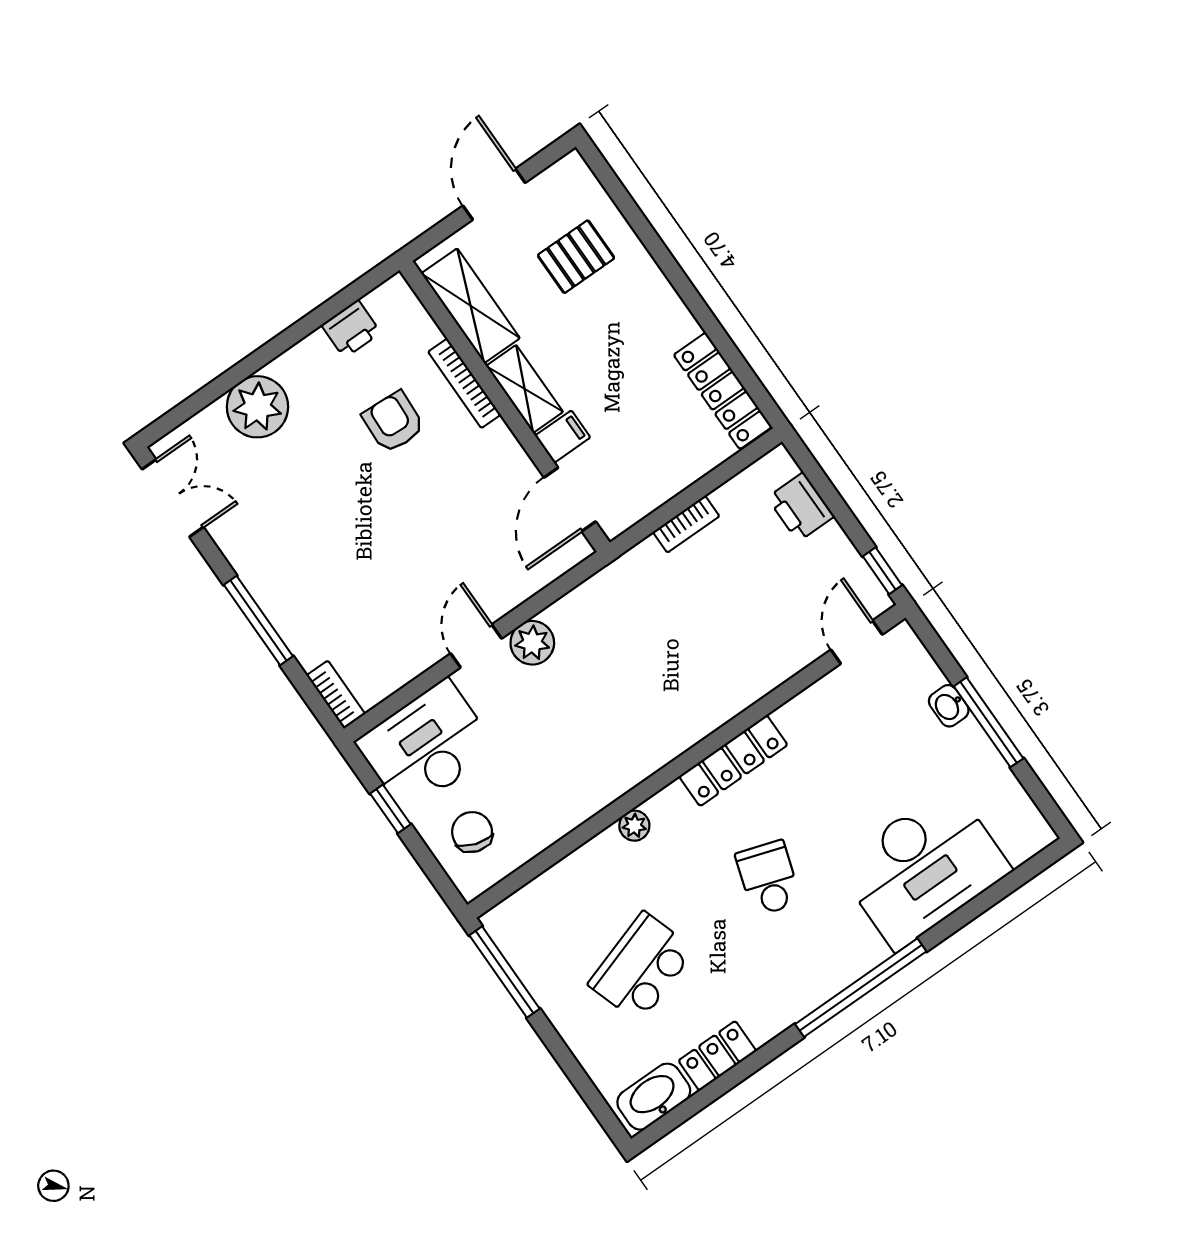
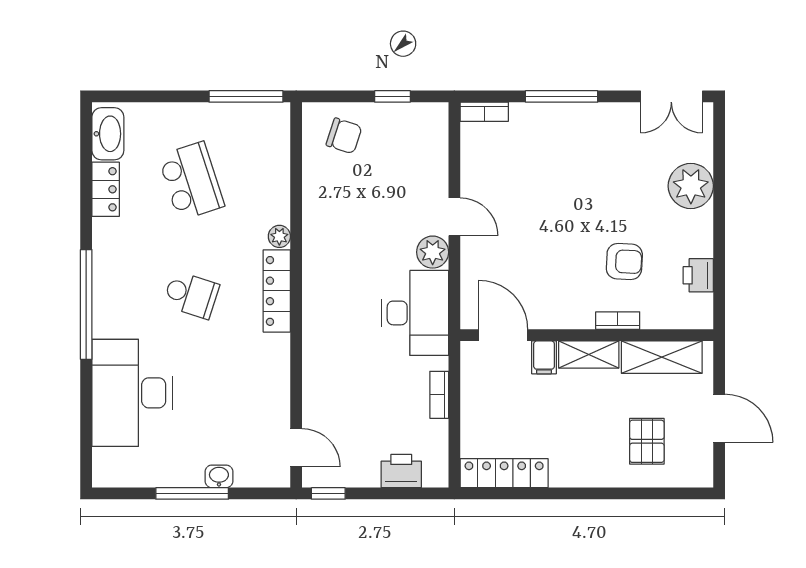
bookcase: (464, 383) -> (618, 321), width x0.64
desk: (426, 746) -> (415, 313), moved
locker: (733, 761) -> (277, 291), moved

